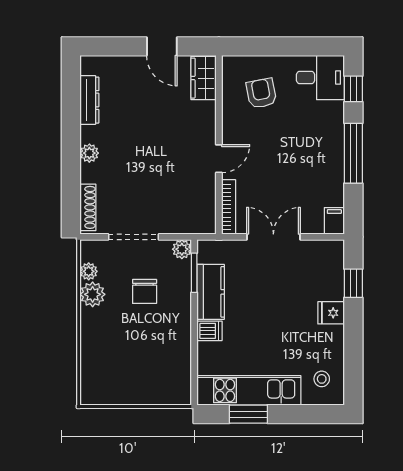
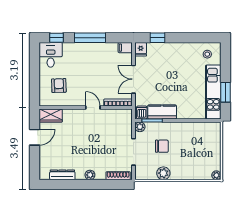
armchair: (261, 93) -> (59, 86), turned 99
plant: (89, 271) -> (216, 175), moved
fridge: (331, 313) -> (141, 49), moved
dishwasher: (209, 331) -> (142, 112), moved

